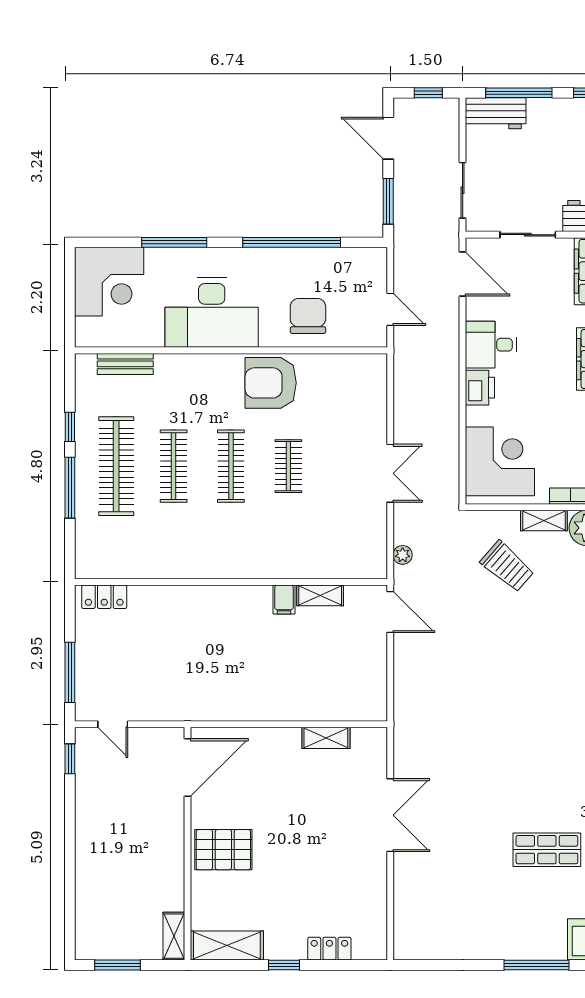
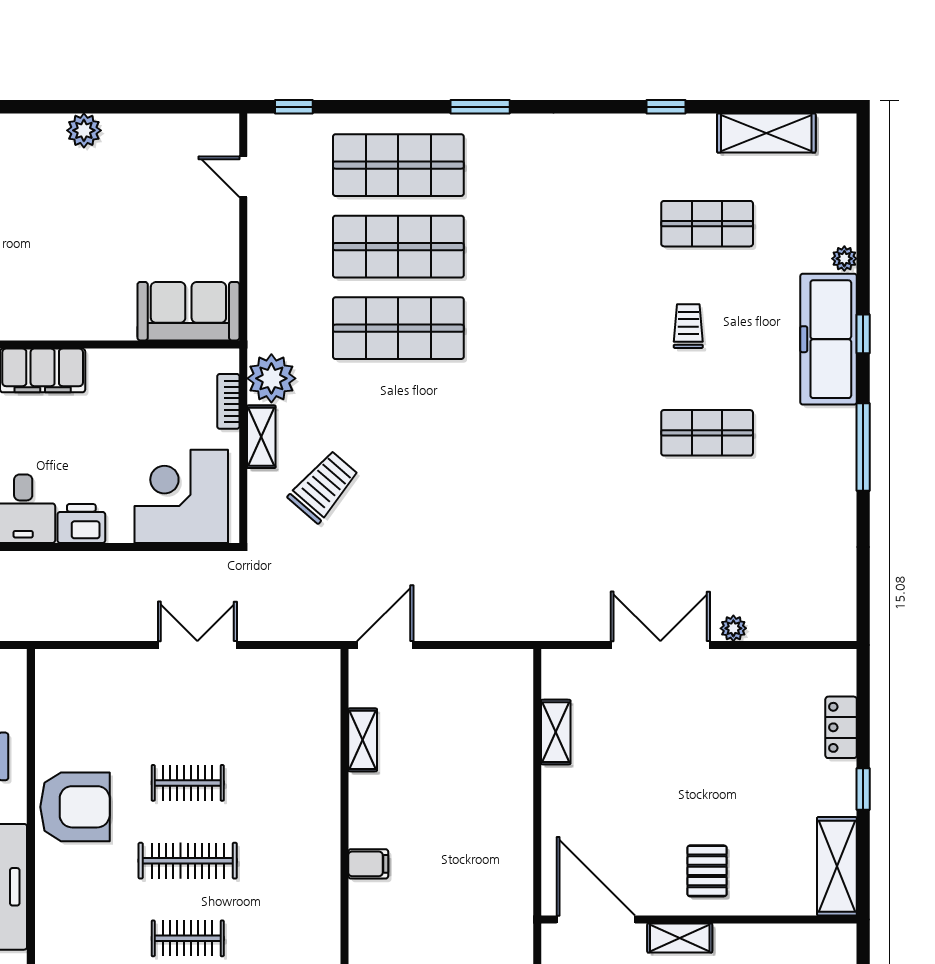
armchair: (271, 383) -> (75, 807), turned -90
clothes rail: (174, 466) -> (188, 938), width x0.73
plant: (403, 555) -> (733, 628), moved
filing cabinet: (284, 599) -> (368, 864), moved
pallet: (223, 850) -> (707, 871), width x0.67, depth x0.71
shop shelf: (547, 850) -> (707, 433), turned 90
shelving: (174, 936) -> (680, 938), moved

